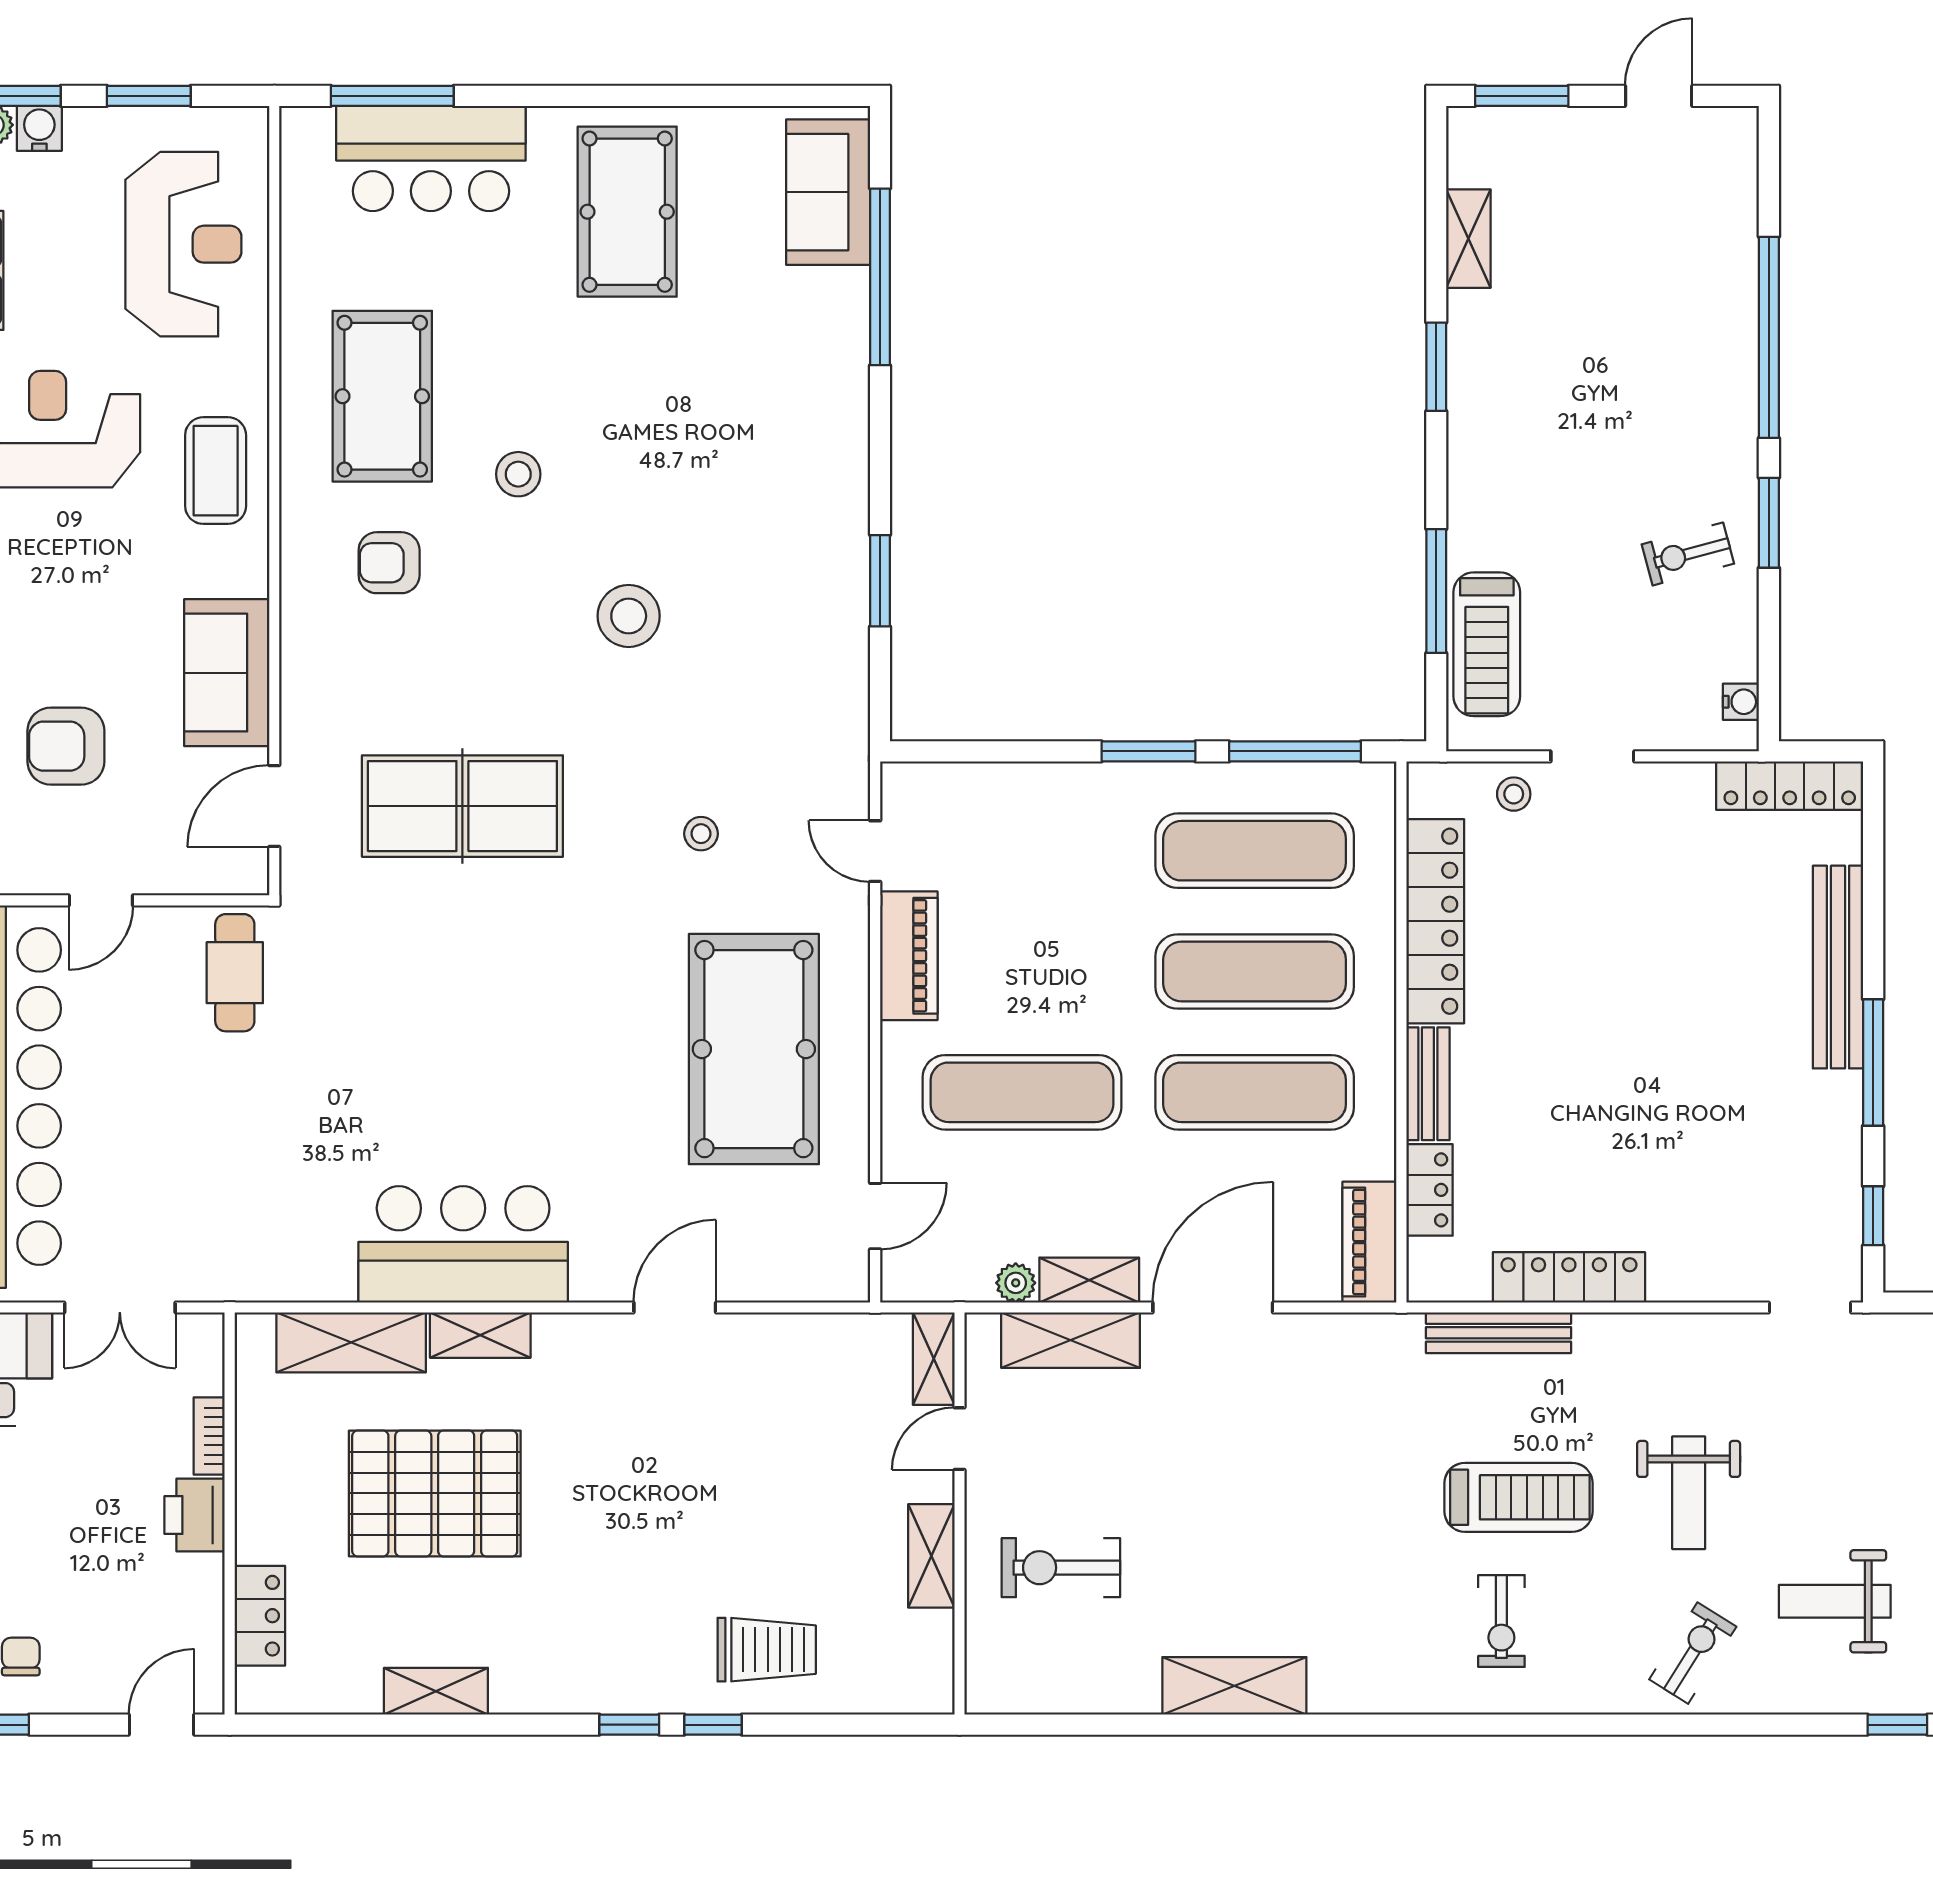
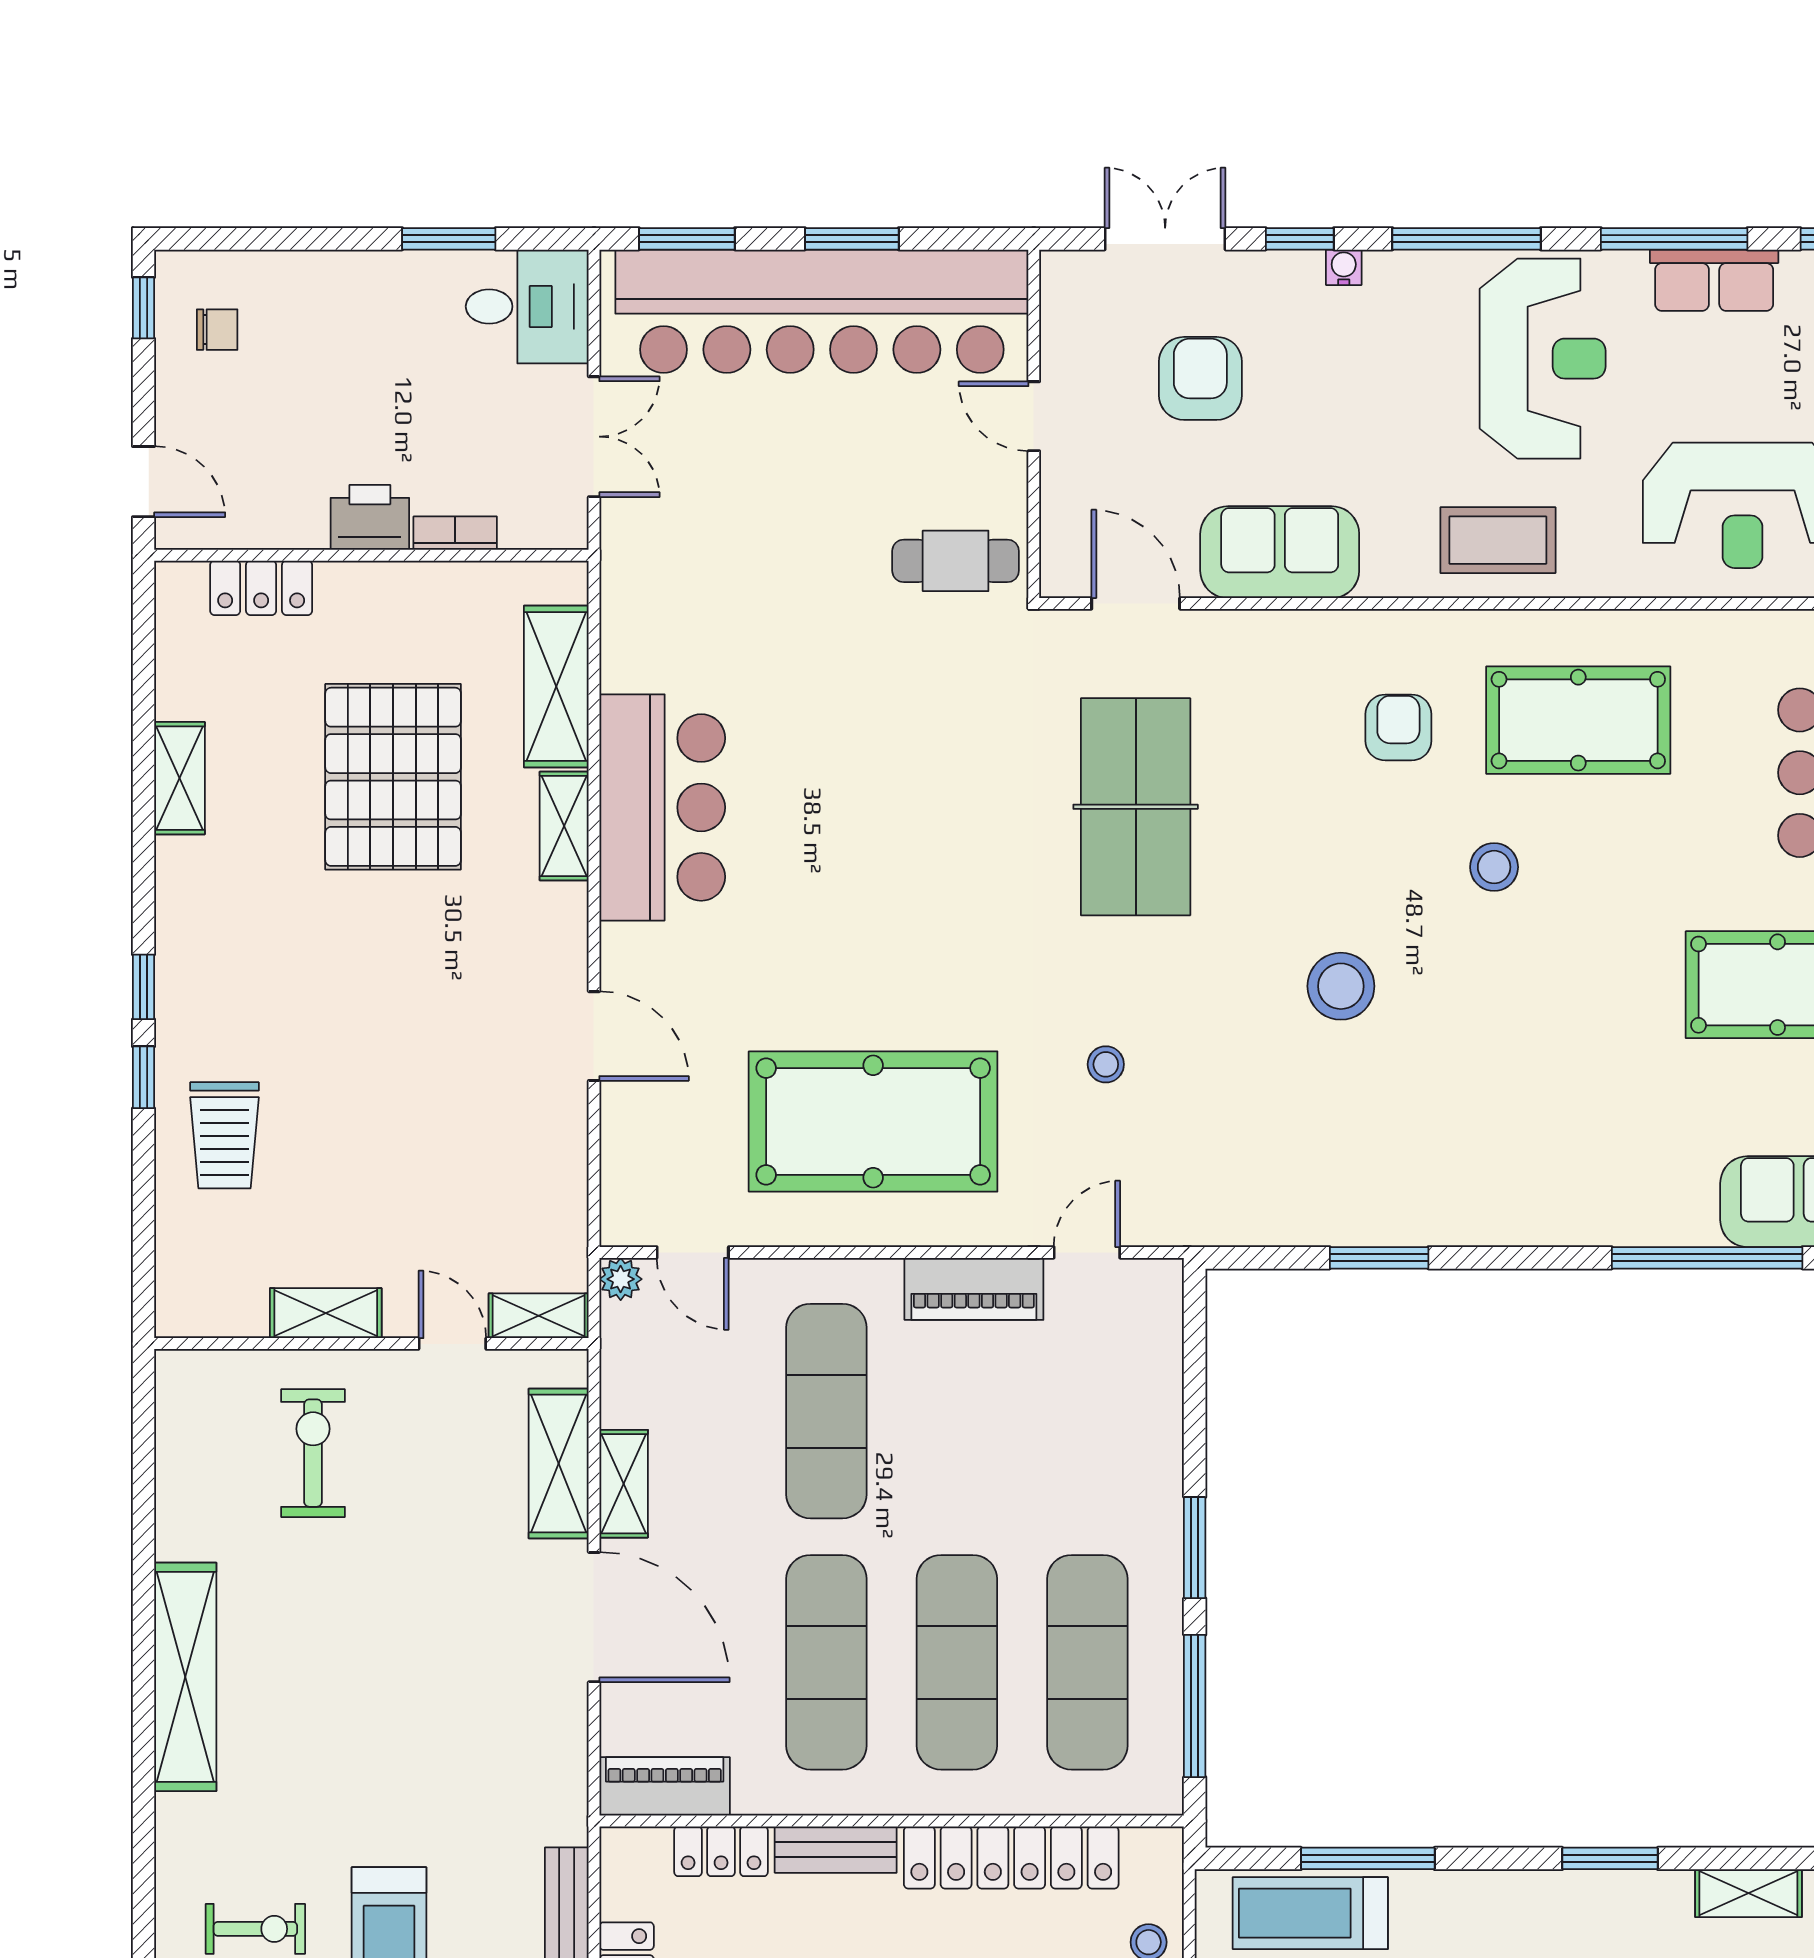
plant: (1016, 1283) -> (621, 1279), moved
double door: (120, 1307) -> (594, 437), swing flipped
exercise bike: (1501, 1621) -> (255, 1929), turned 180
shelving: (1234, 1686) -> (185, 1677), width x1.47

